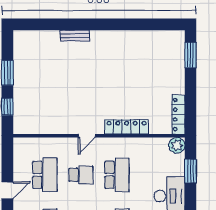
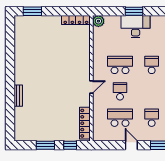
locker: (127, 127) -> (85, 123), moved
door: (87, 136) -> (91, 87), hinge flipped
window: (191, 171) -> (134, 11), moved

